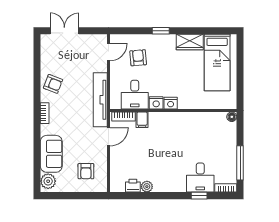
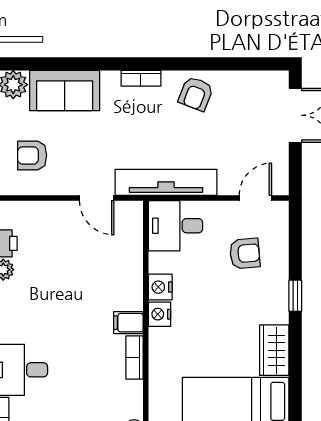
door: (109, 52) -> (255, 198), swing flipped
desk: (135, 95) -> (176, 226), moved
bookcase: (124, 116) -> (135, 357), moved
filing cabinet: (142, 120) -> (128, 323), moved

